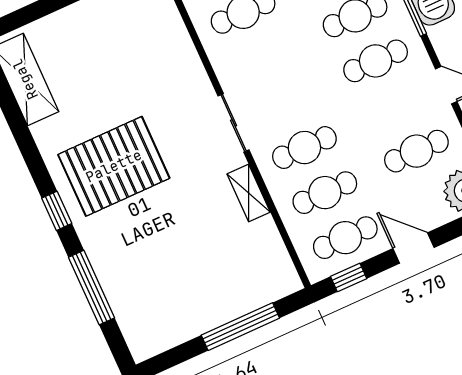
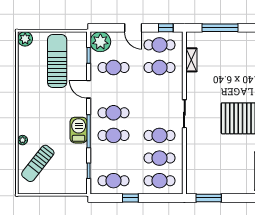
cafe table: (304, 148) -> (159, 135), moved
shelving: (249, 193) -> (191, 60), moved

